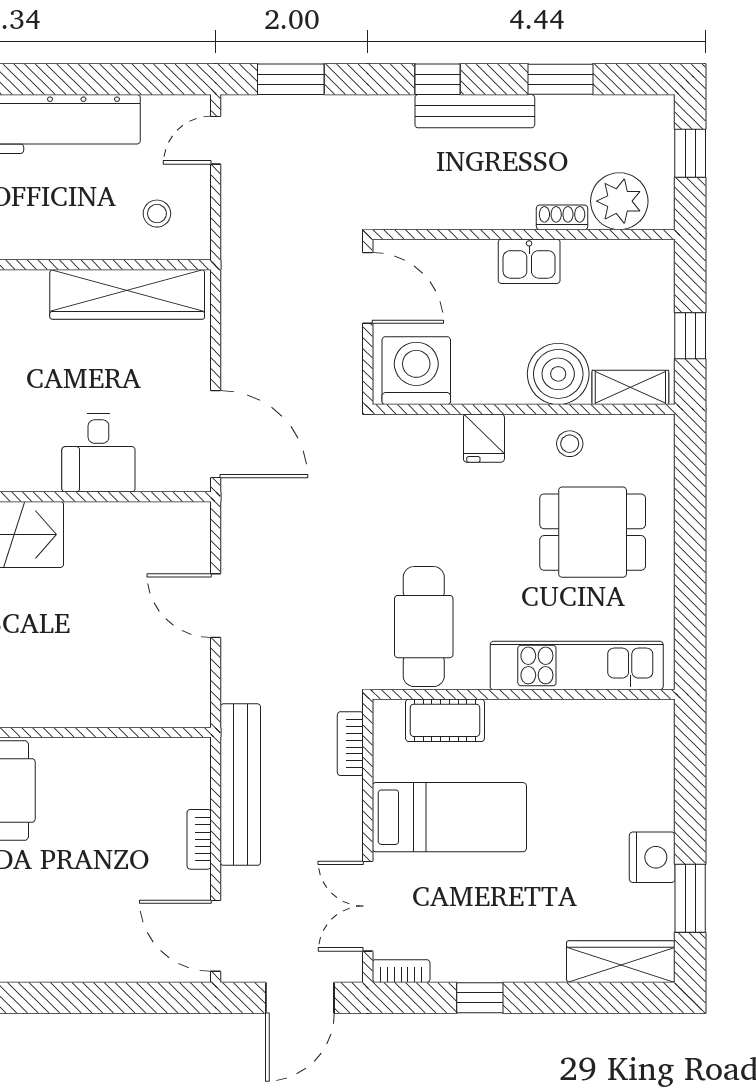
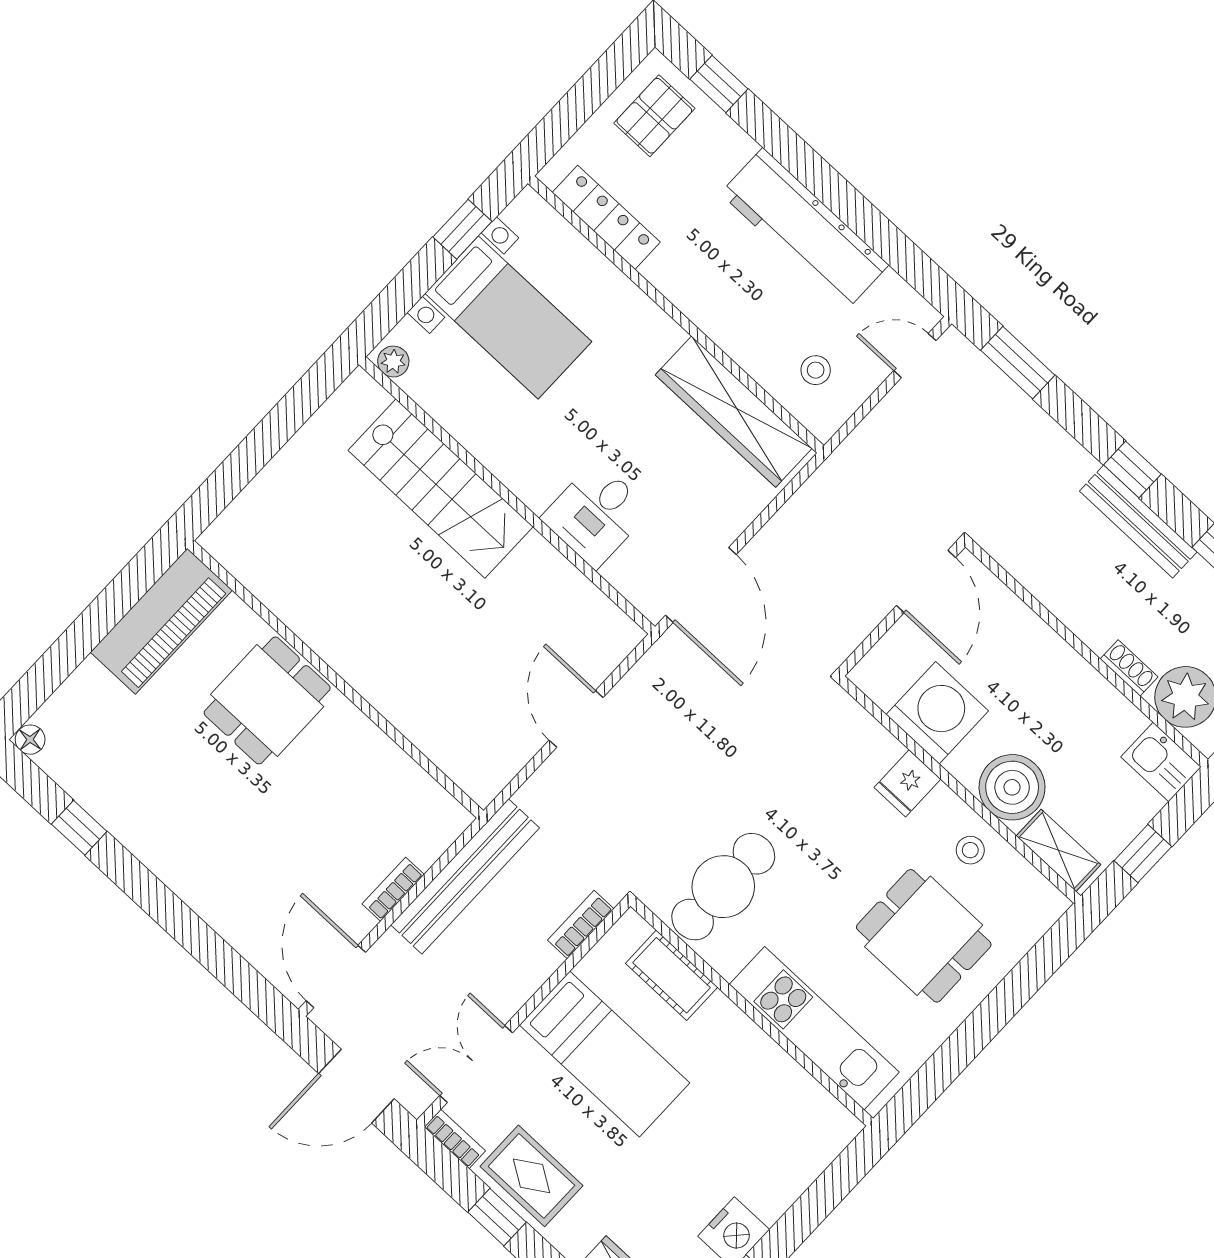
kitchen sink: (529, 261) -> (1161, 762), moved
washing machine: (416, 371) -> (937, 713), moved
rug: (477, 947) -> (531, 1176), added

